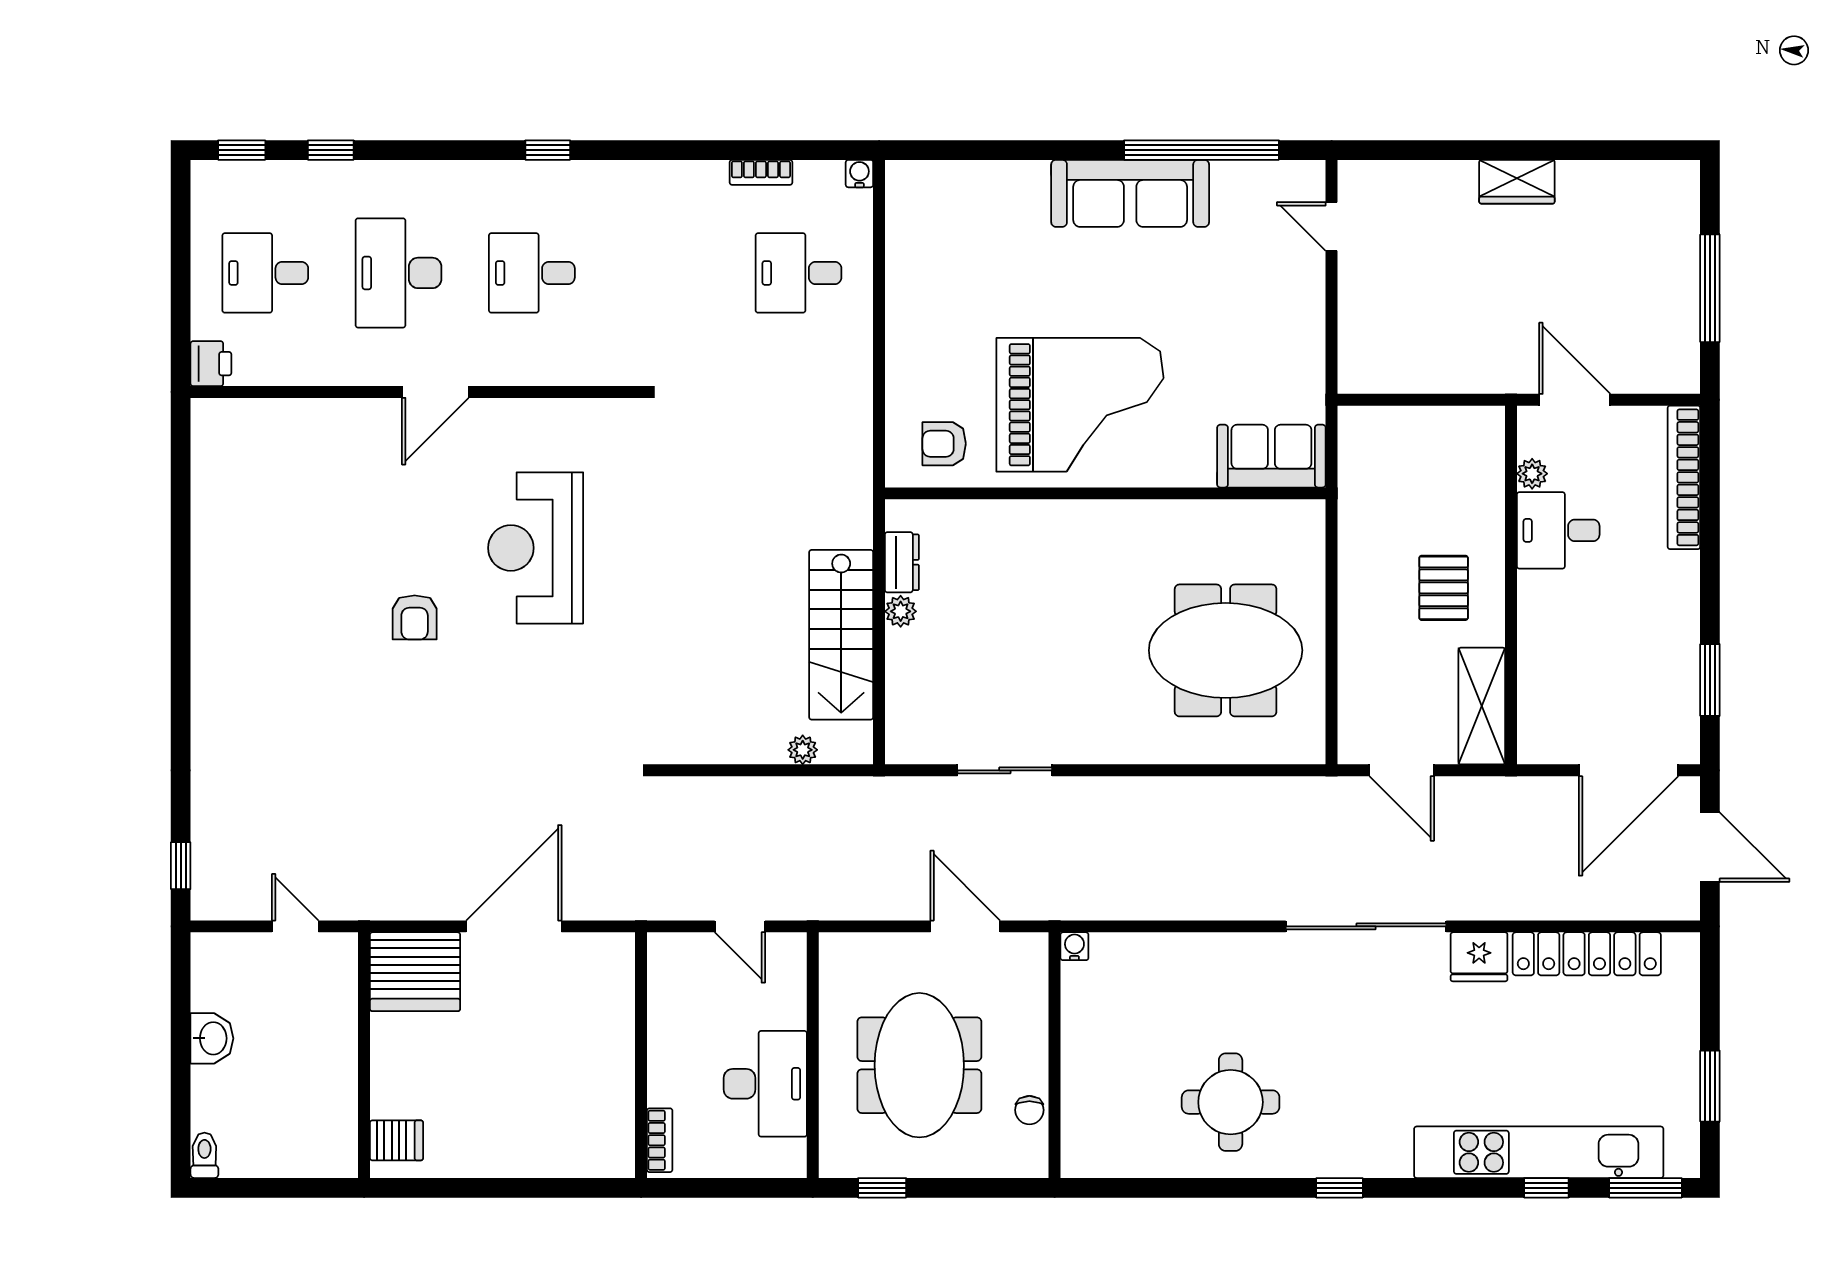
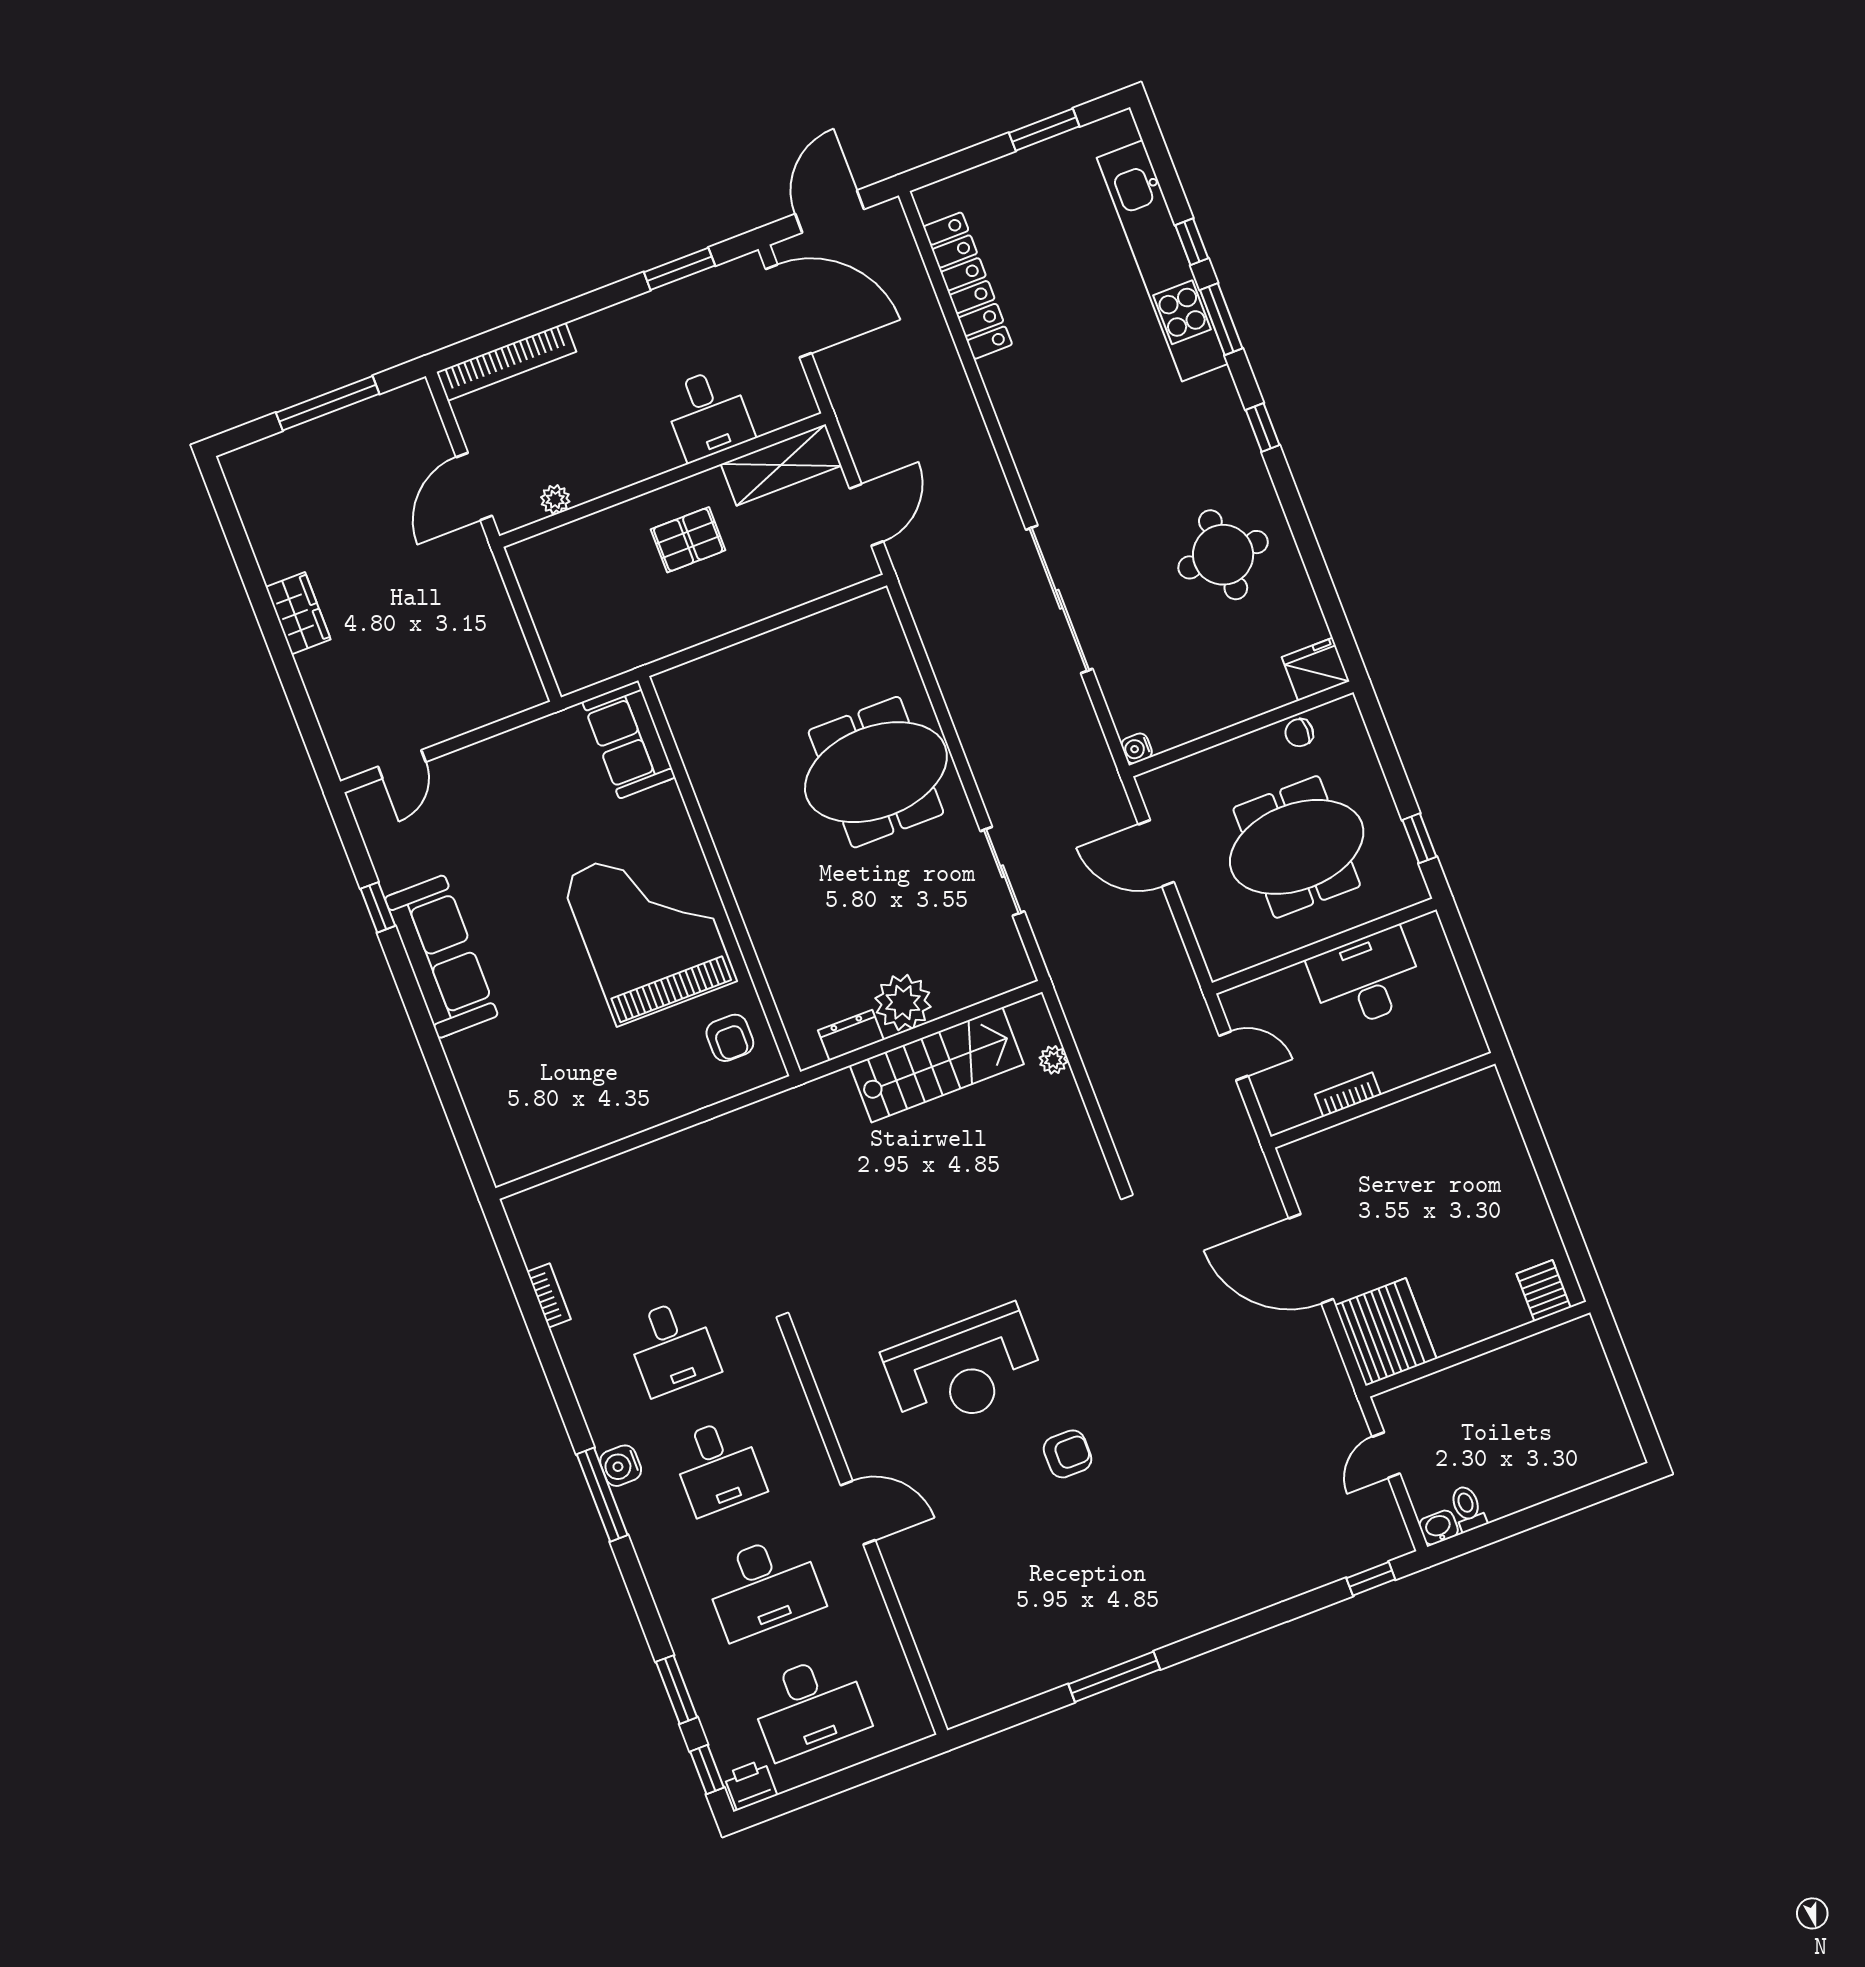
window: (331, 150) -> (677, 1690), width x1.50
window: (548, 150) -> (602, 1495), width x2.17
window: (1202, 150) -> (378, 907), width x0.32
water cooler: (859, 174) -> (621, 1466), moved, width x1.38, depth x1.38
desk: (265, 273) -> (809, 1706), width x1.37
desk: (799, 273) -> (672, 1347), moved
printer: (211, 364) -> (750, 1785), moved
desk: (1558, 530) -> (708, 414), moved
window: (181, 580) -> (1114, 1677), added
plant: (901, 611) -> (903, 1002), width x1.87, depth x1.87
meeting table: (1226, 650) -> (876, 772), moved, turned 90
door: (740, 926) -> (1234, 1056), hinge flipped
door: (965, 926) -> (1156, 853), hinge flipped
sliding door: (1366, 926) -> (1059, 599), moved
fridge: (1479, 957) -> (1316, 669), moved, turned -90
washbasin: (212, 1038) -> (1439, 1528), moved, width x0.72, depth x0.69
chair: (1029, 1110) -> (1299, 733), turned 180
bookcase: (660, 1140) -> (1348, 1095), moved
toilet: (204, 1155) -> (1468, 1508), moved, turned 90
window: (1645, 1188) -> (1221, 319), moved

